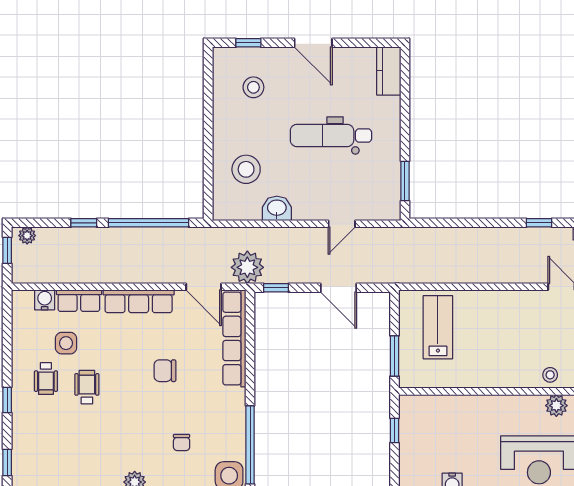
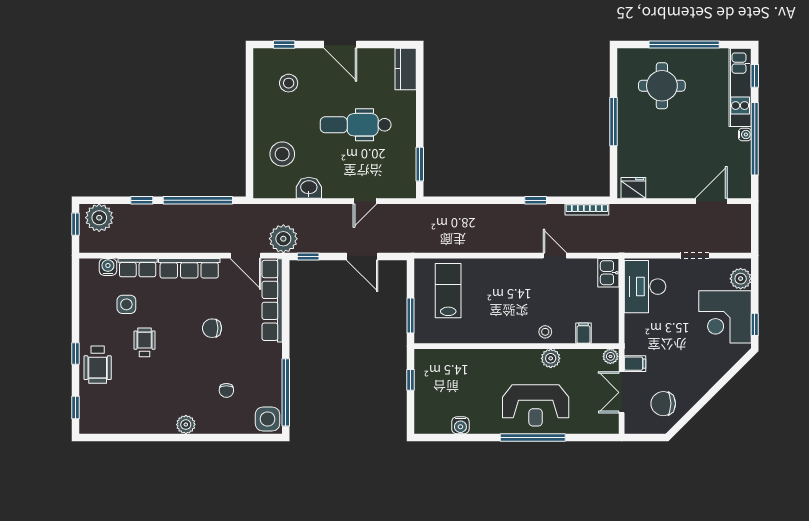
plant: (27, 236) -> (99, 218), width x1.87, depth x1.87
wheelchair: (46, 379) -> (98, 365), moved, width x1.36, depth x1.37

